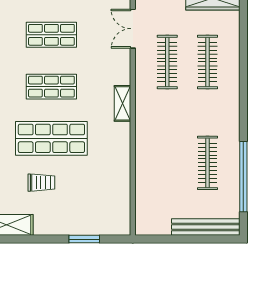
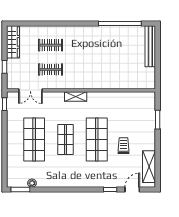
shop shelf: (51, 35) -> (34, 140), width x1.43, depth x1.36
clothes rail: (167, 62) -> (51, 70), width x0.73
clothes rail: (207, 62) -> (51, 45), width x0.73
clothes rail: (207, 163) -> (112, 45), removed

